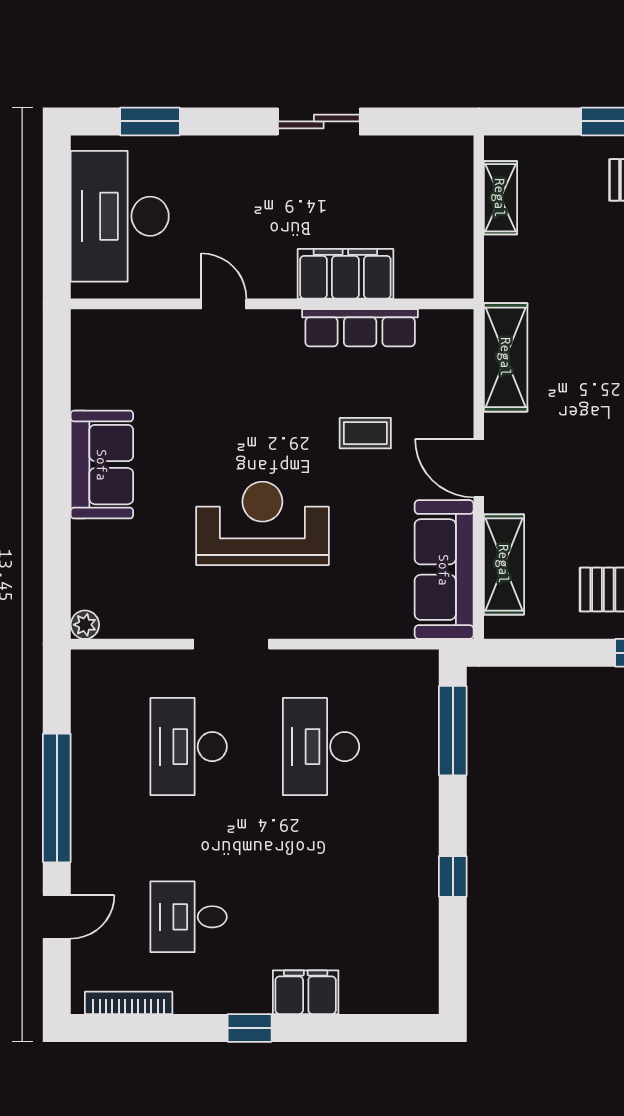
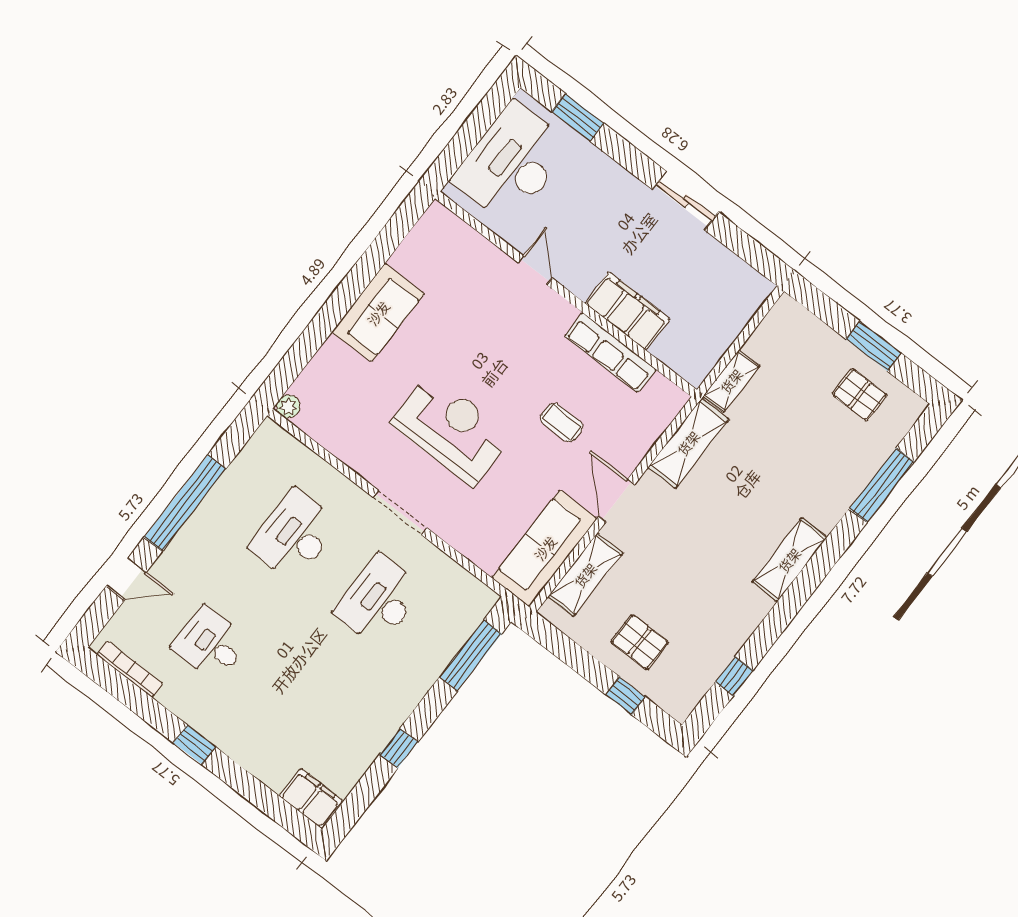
shelving: (500, 198) -> (731, 381), moved
doorway: (231, 644) -> (400, 512), moved
filing cabinet: (306, 992) -> (311, 798), moved

